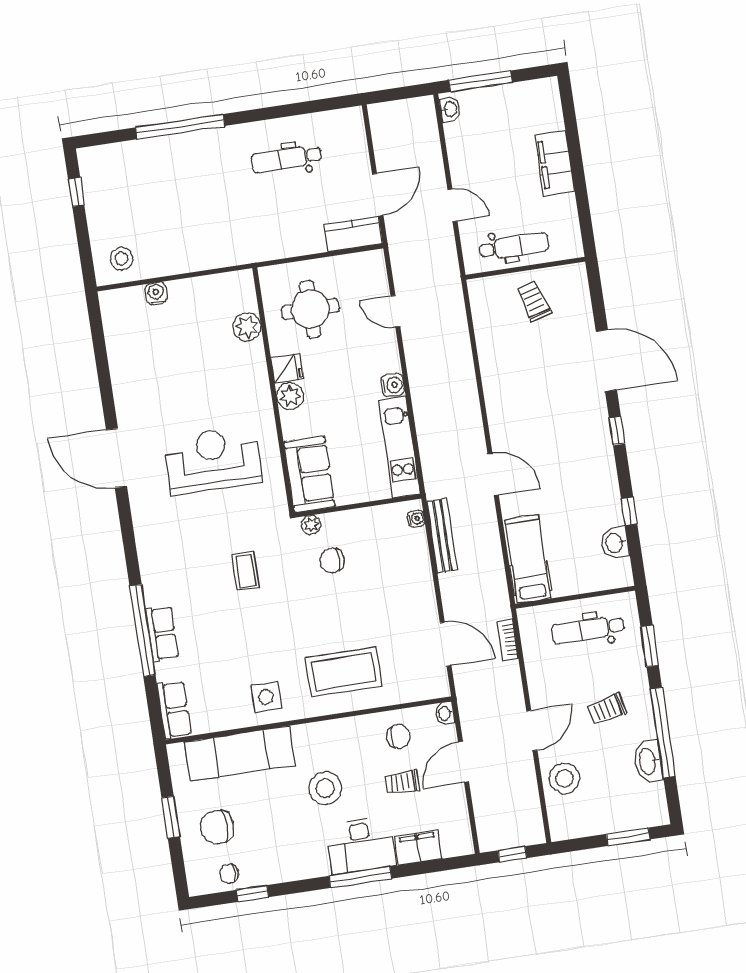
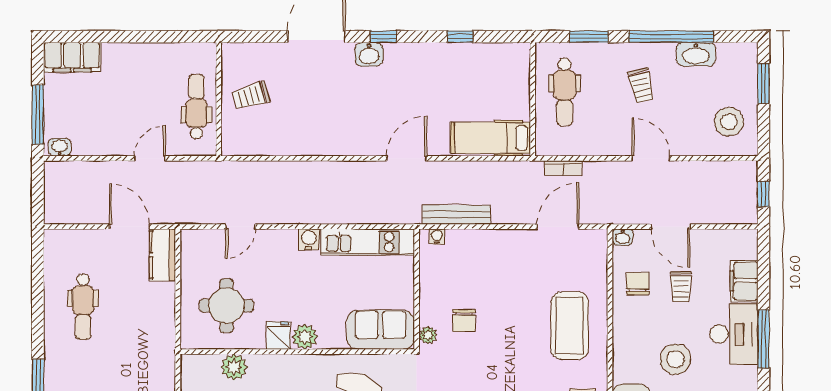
filing cabinet: (555, 163) -> (72, 57), moved
washbasin: (615, 543) -> (369, 54), moved
stool: (565, 778) -> (729, 122), moved

